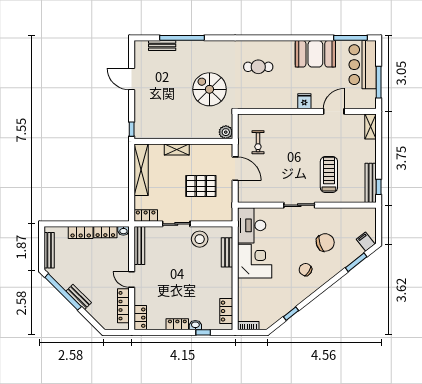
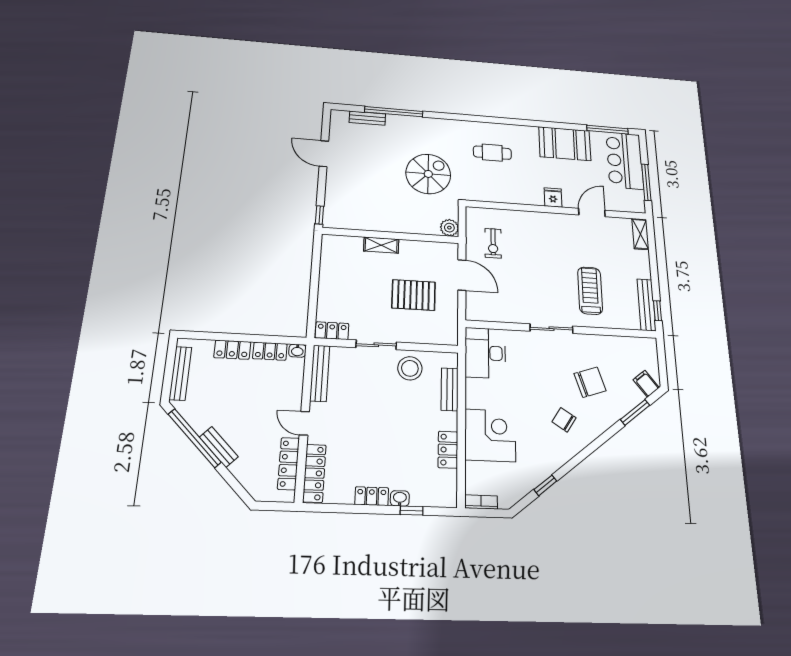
spiral stairs: (209, 89) -> (428, 174), turned 90
shelving: (141, 170) -> (329, 268), removed
corner desk: (255, 261) -> (490, 435), moved
locker: (226, 311) -> (448, 450), moved
locker: (140, 318) -> (314, 473), width x1.53

